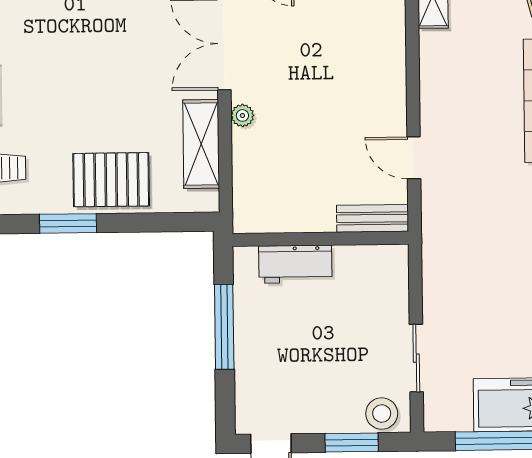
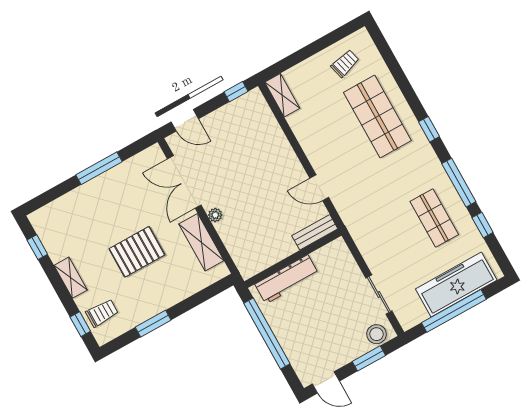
pallet: (111, 180) -> (137, 252), moved
workbench: (295, 264) -> (287, 279), width x1.38
window: (224, 327) -> (267, 334), width x1.46

